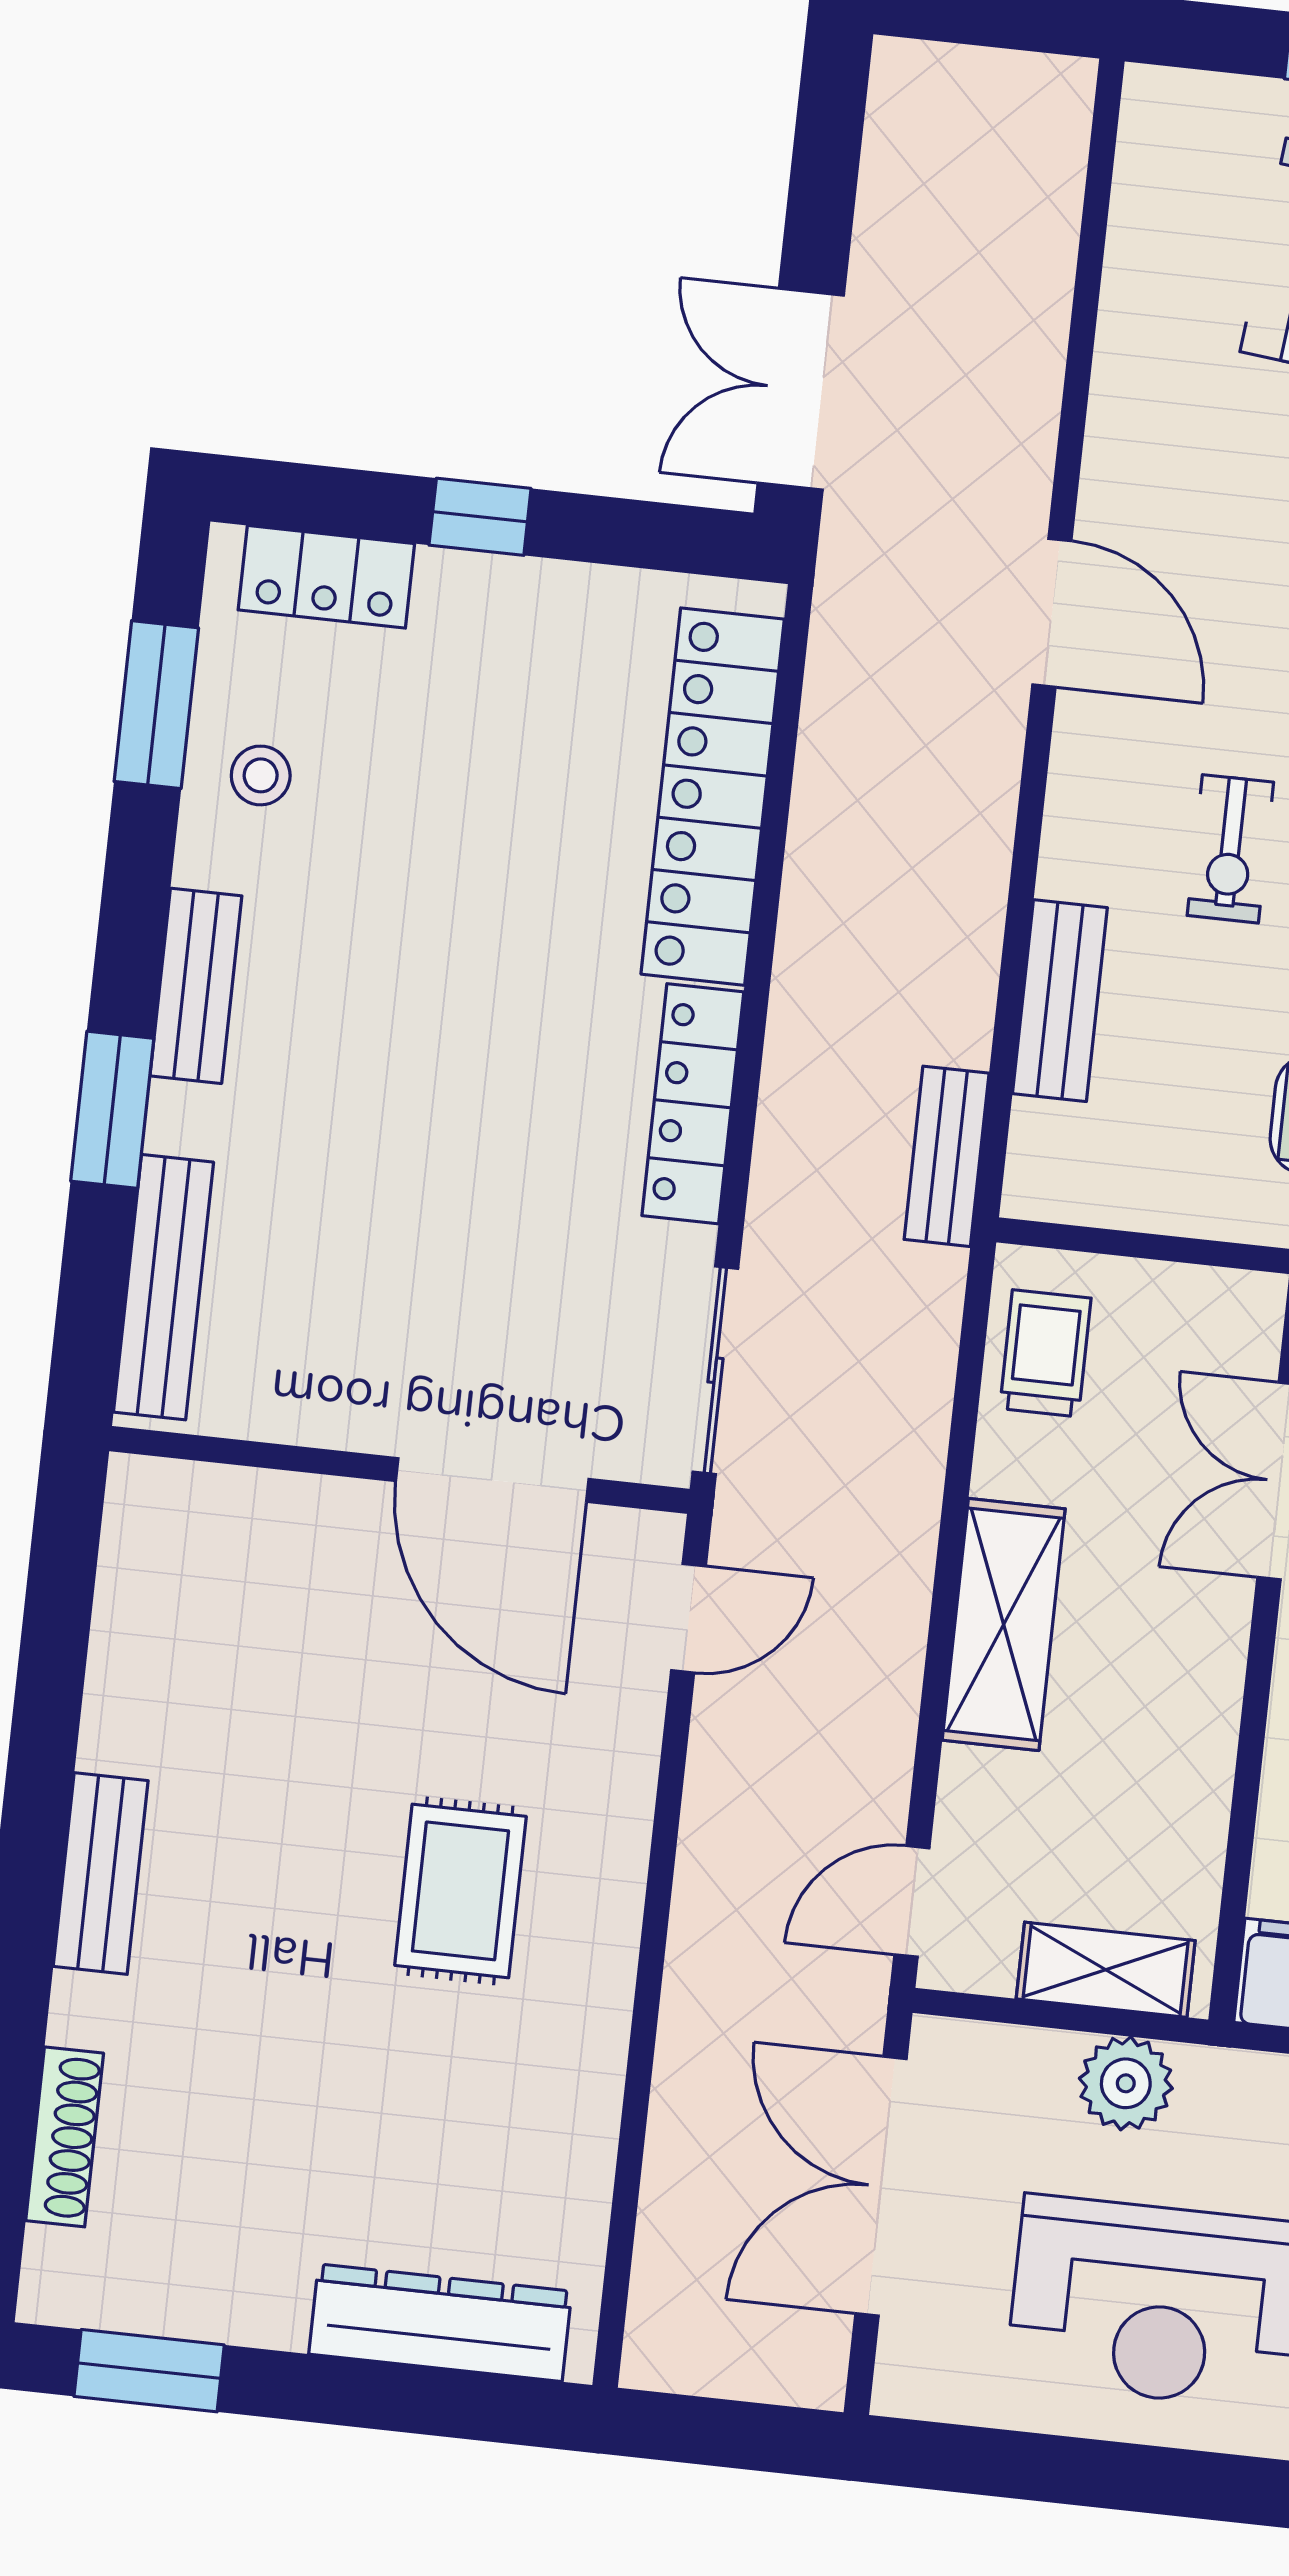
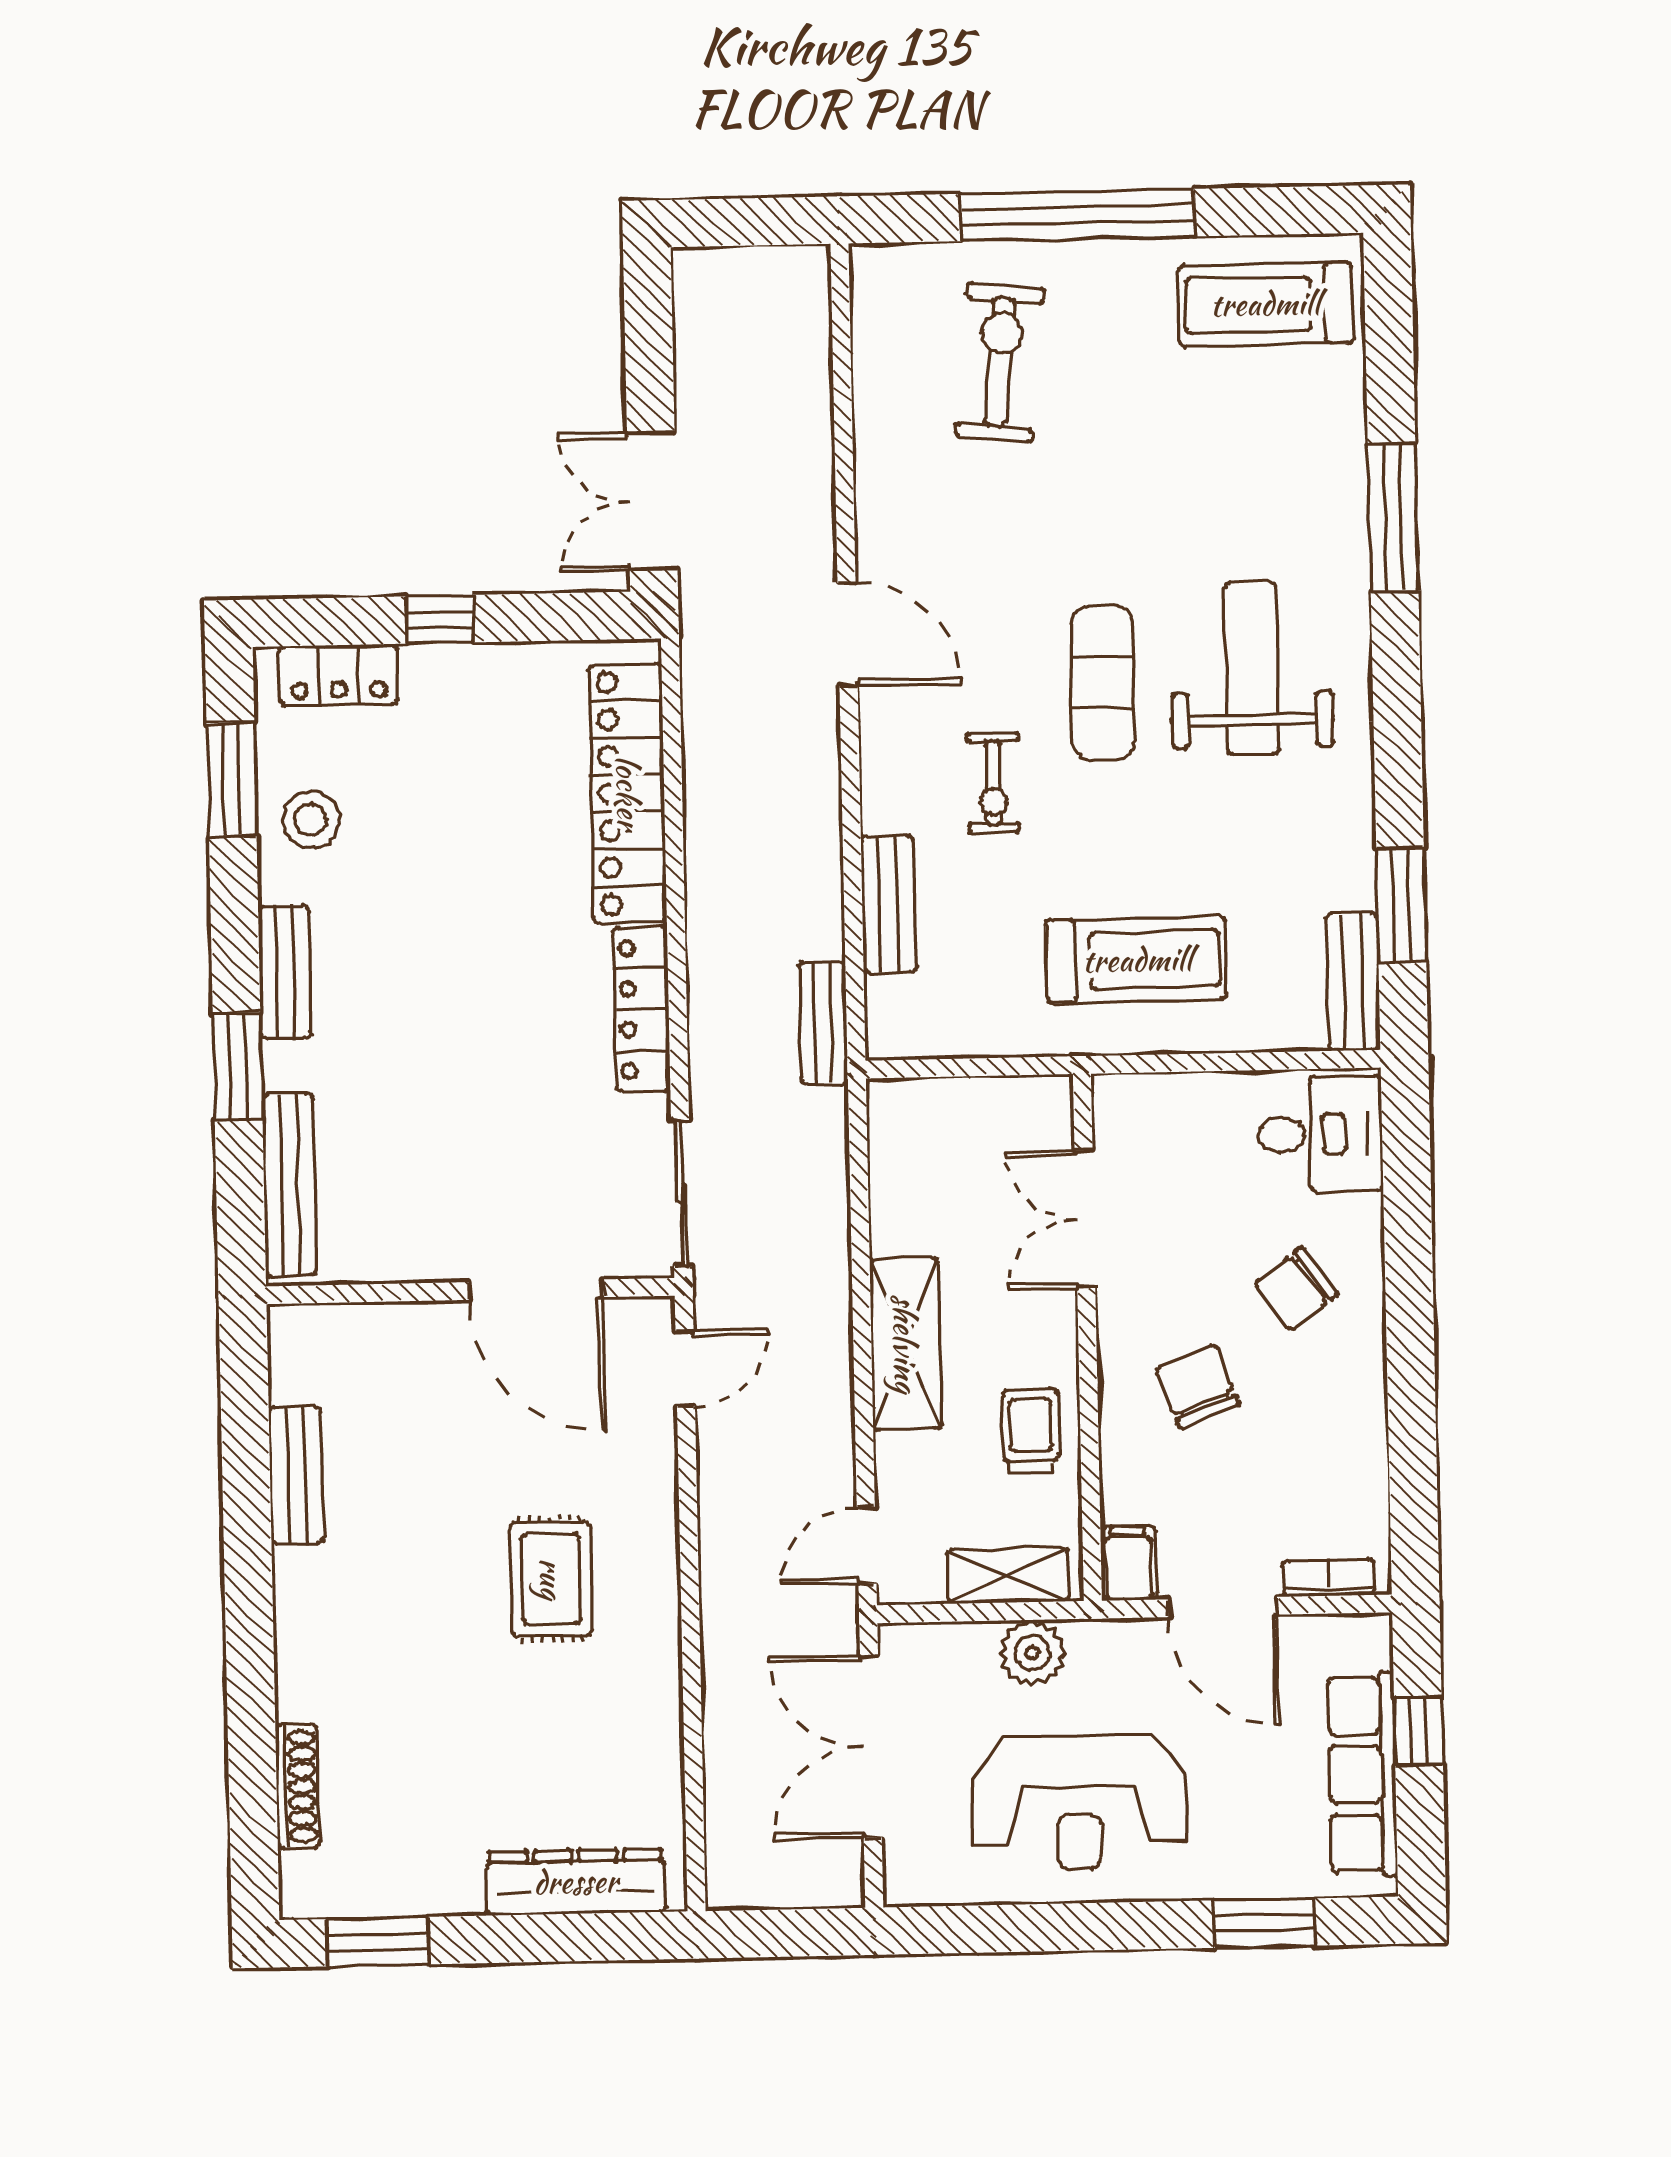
stool: (261, 775) -> (311, 819), width x1.37, depth x1.37
trolley: (1045, 1353) -> (1031, 1431), moved
bench: (101, 1874) -> (296, 1475), moved

